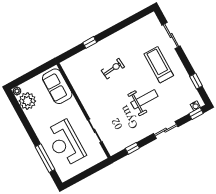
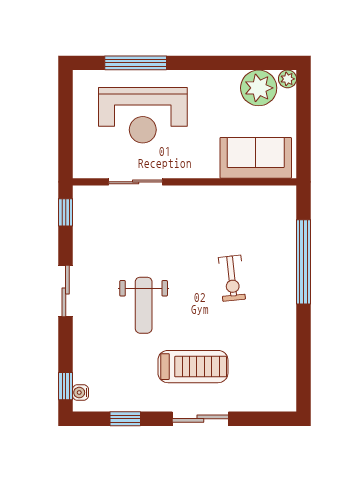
sliding door: (171, 36) -> (200, 419), moved
window: (90, 42) -> (304, 262), width x3.17
sliding door: (166, 130) -> (66, 291), moved
reception desk: (65, 143) -> (143, 115), turned 180
window: (132, 148) -> (66, 212), moved

